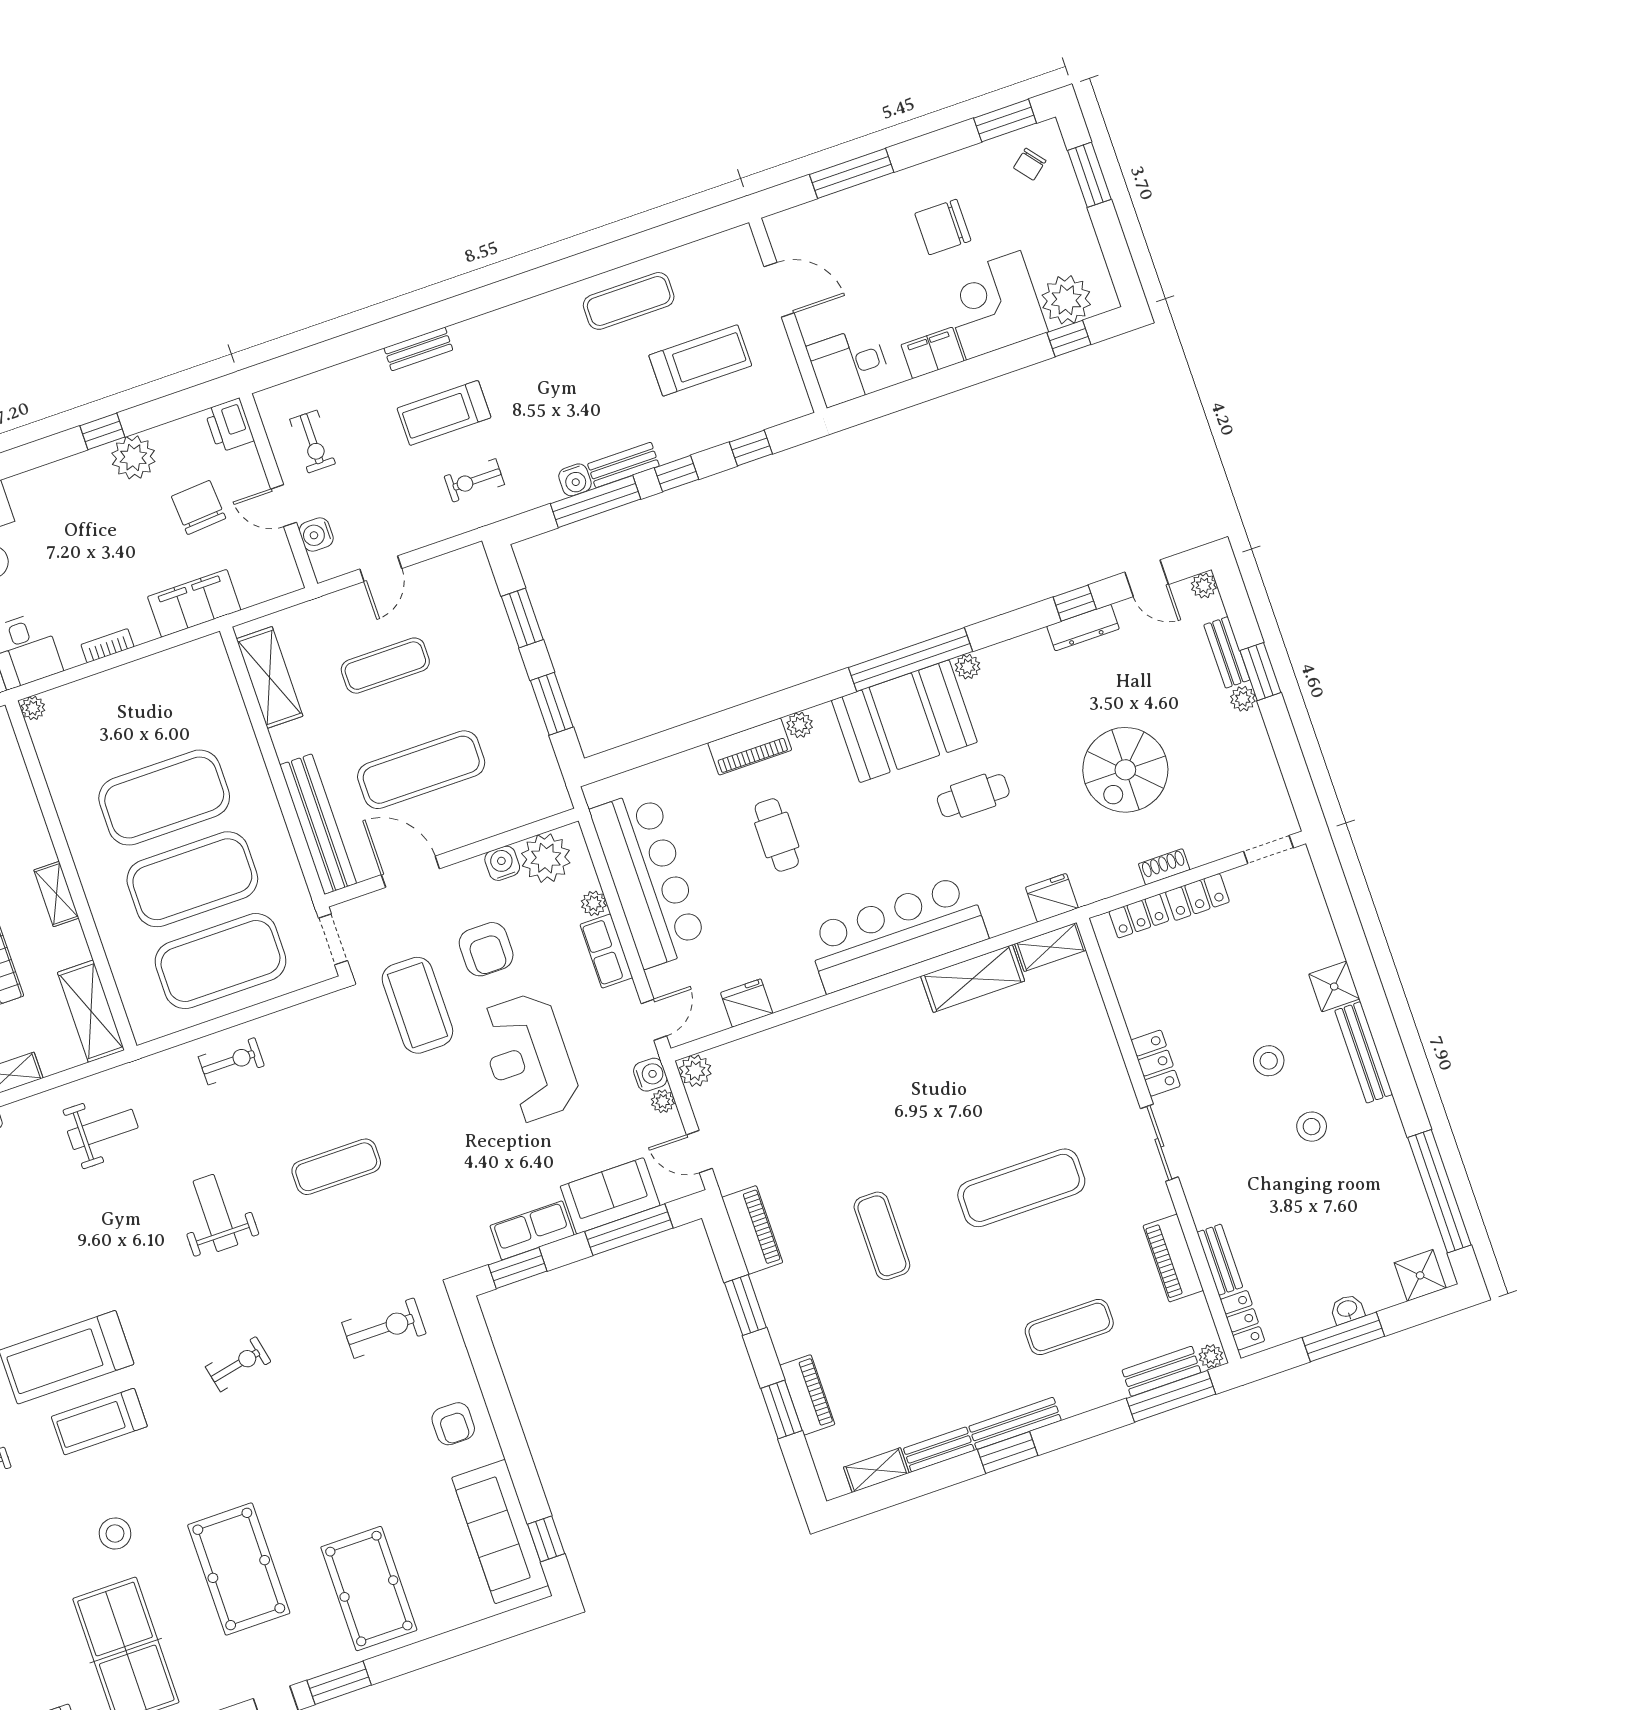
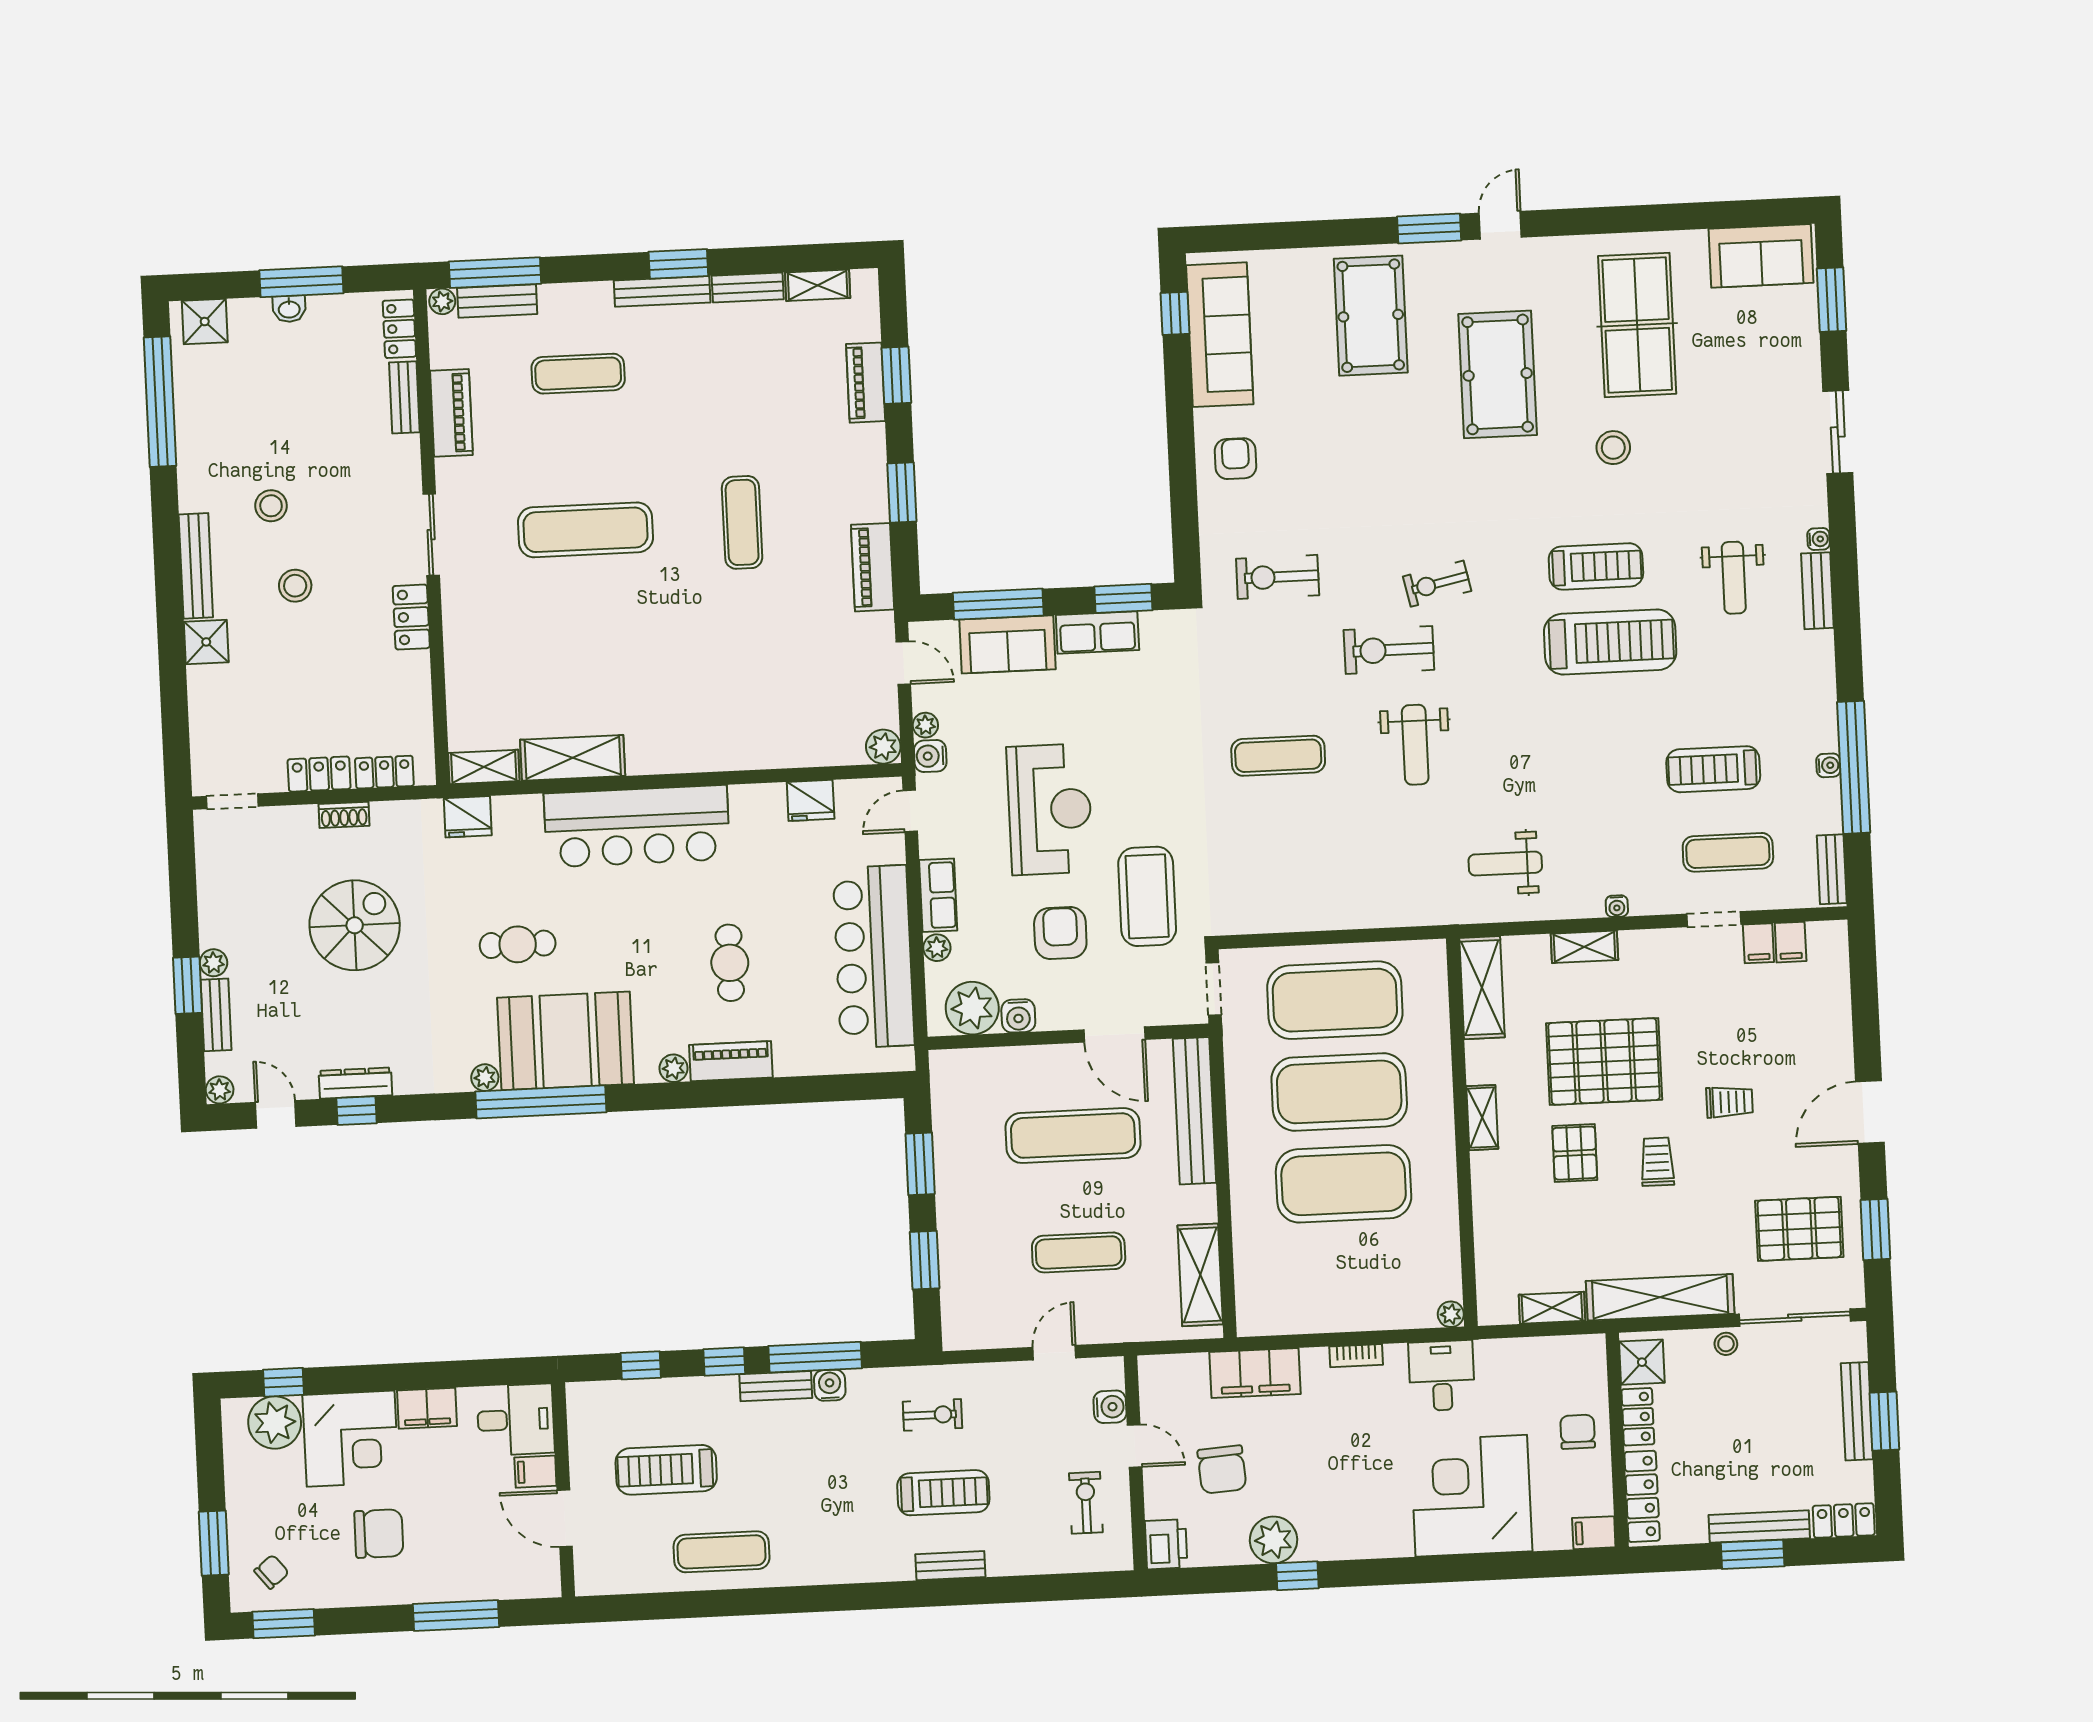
filing cabinet: (818, 324) -> (535, 1472), added
exercise bike: (231, 1061) -> (1389, 650), moved, width x1.38, depth x1.39

